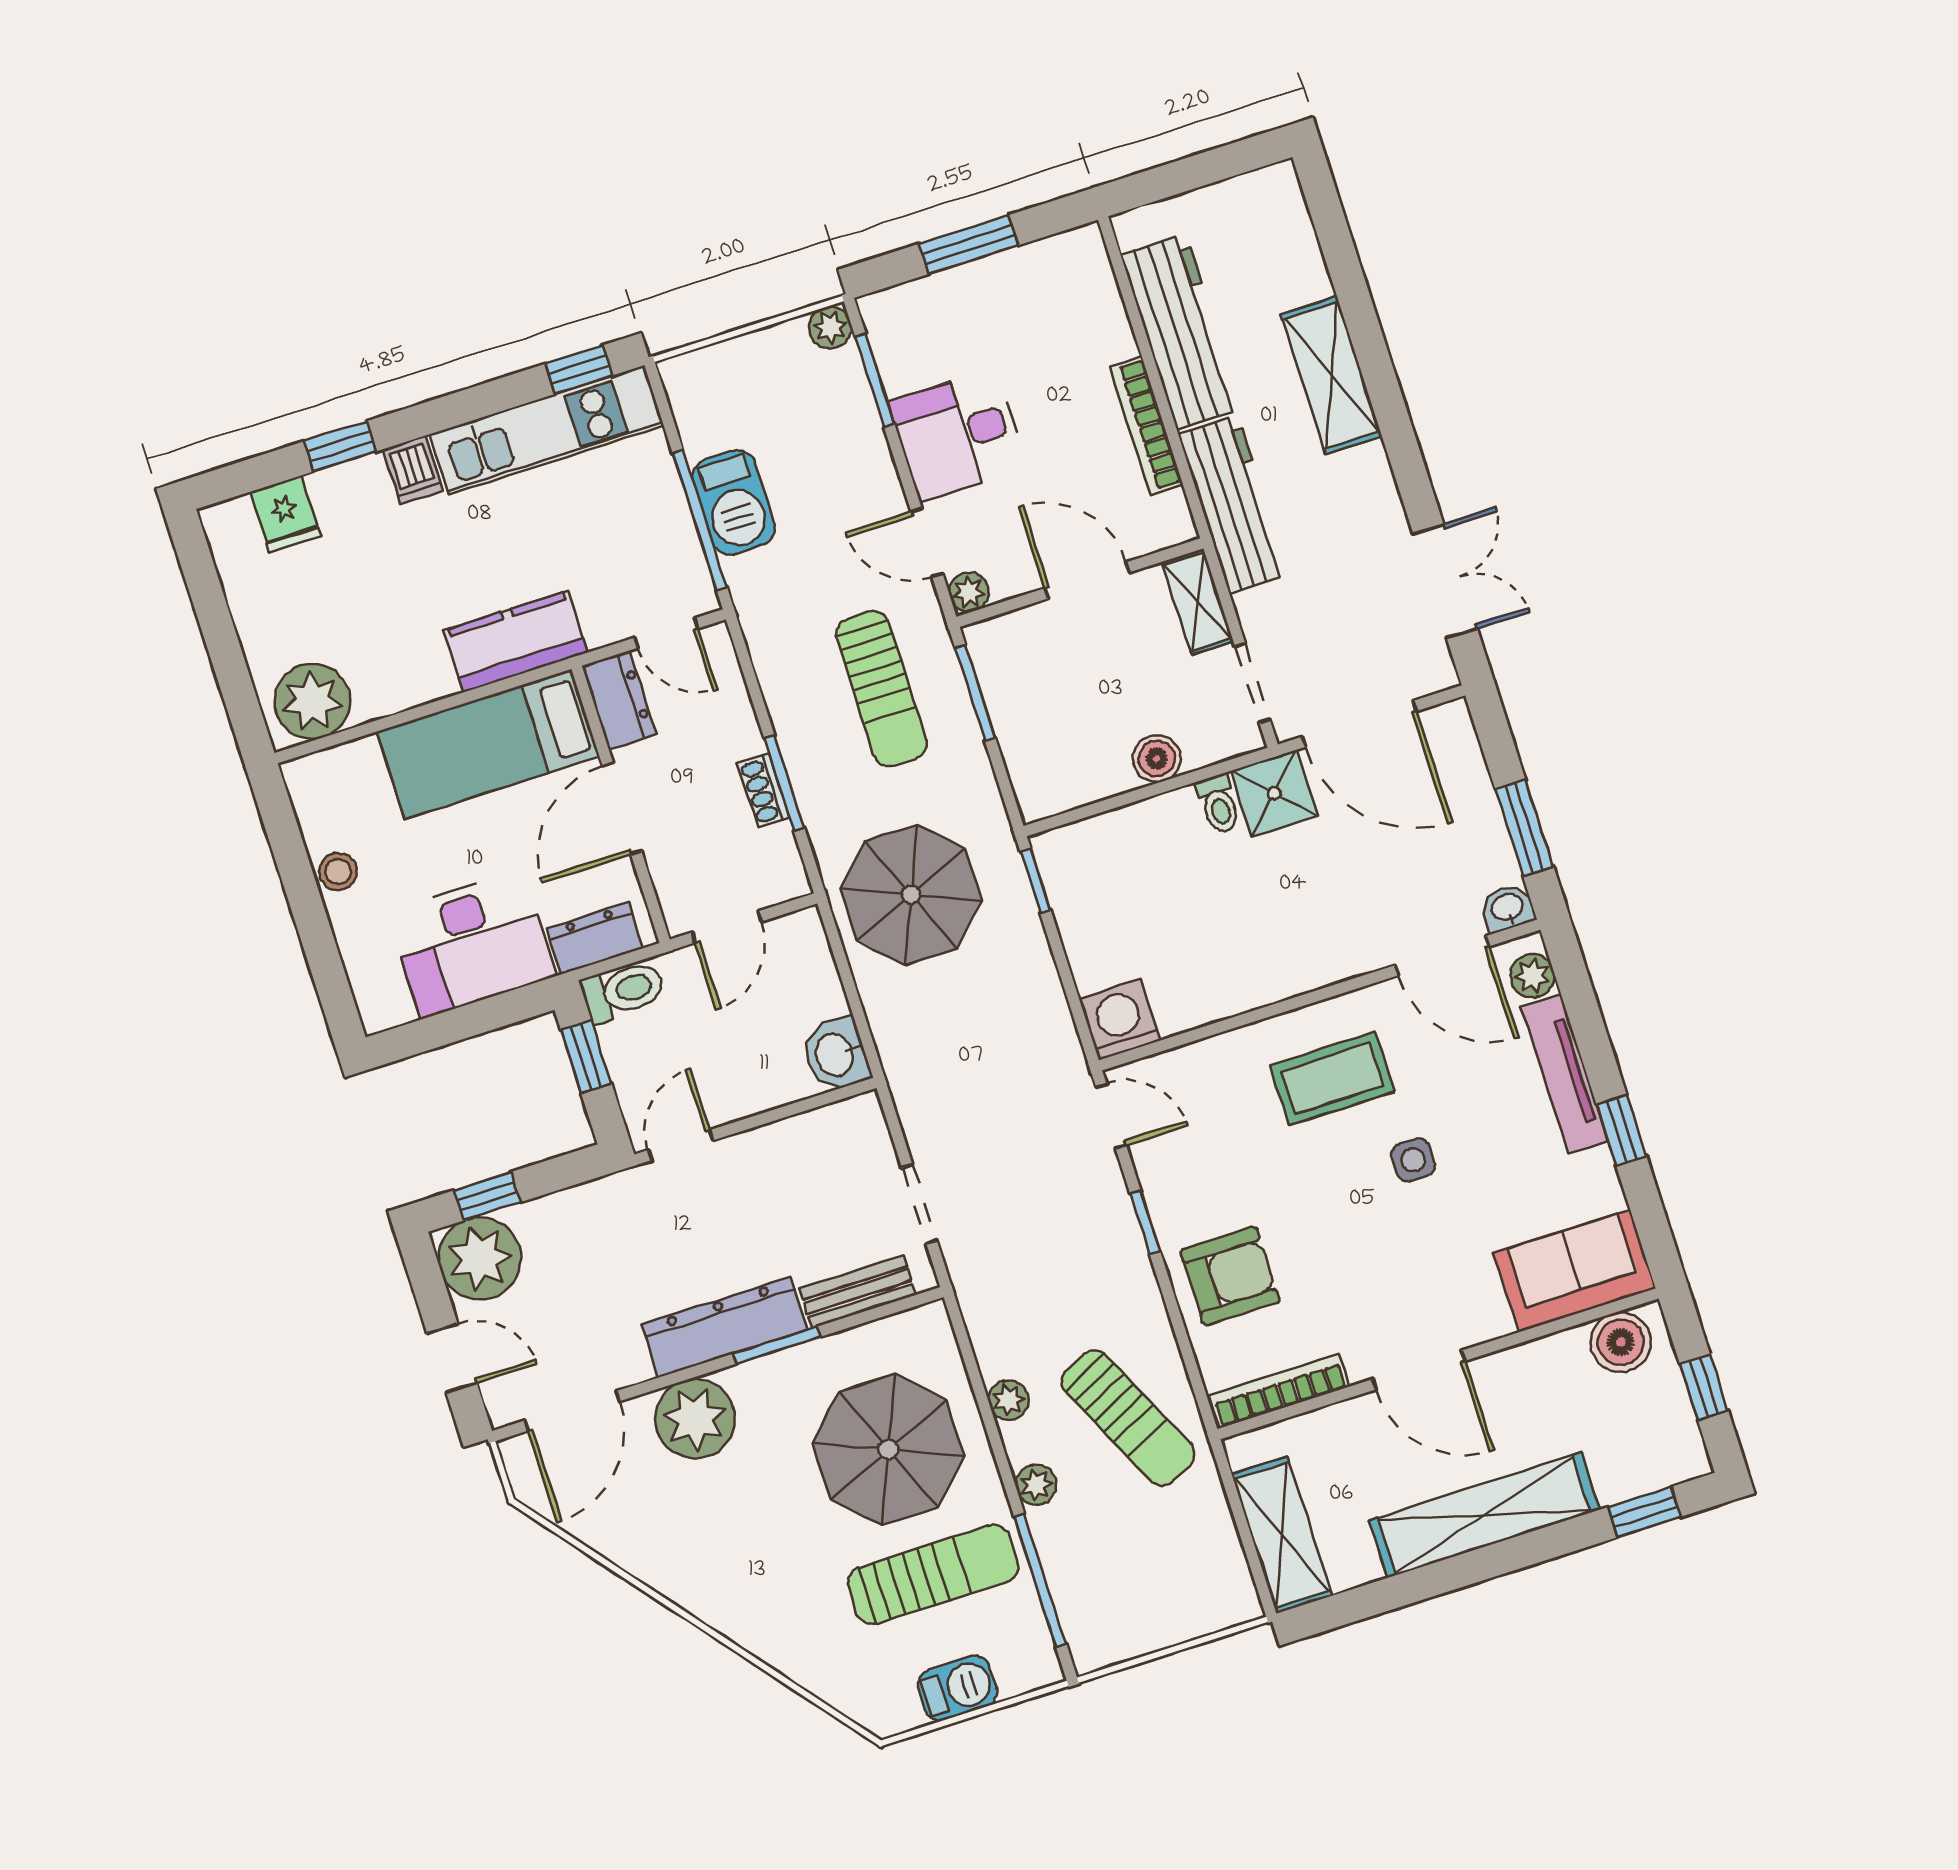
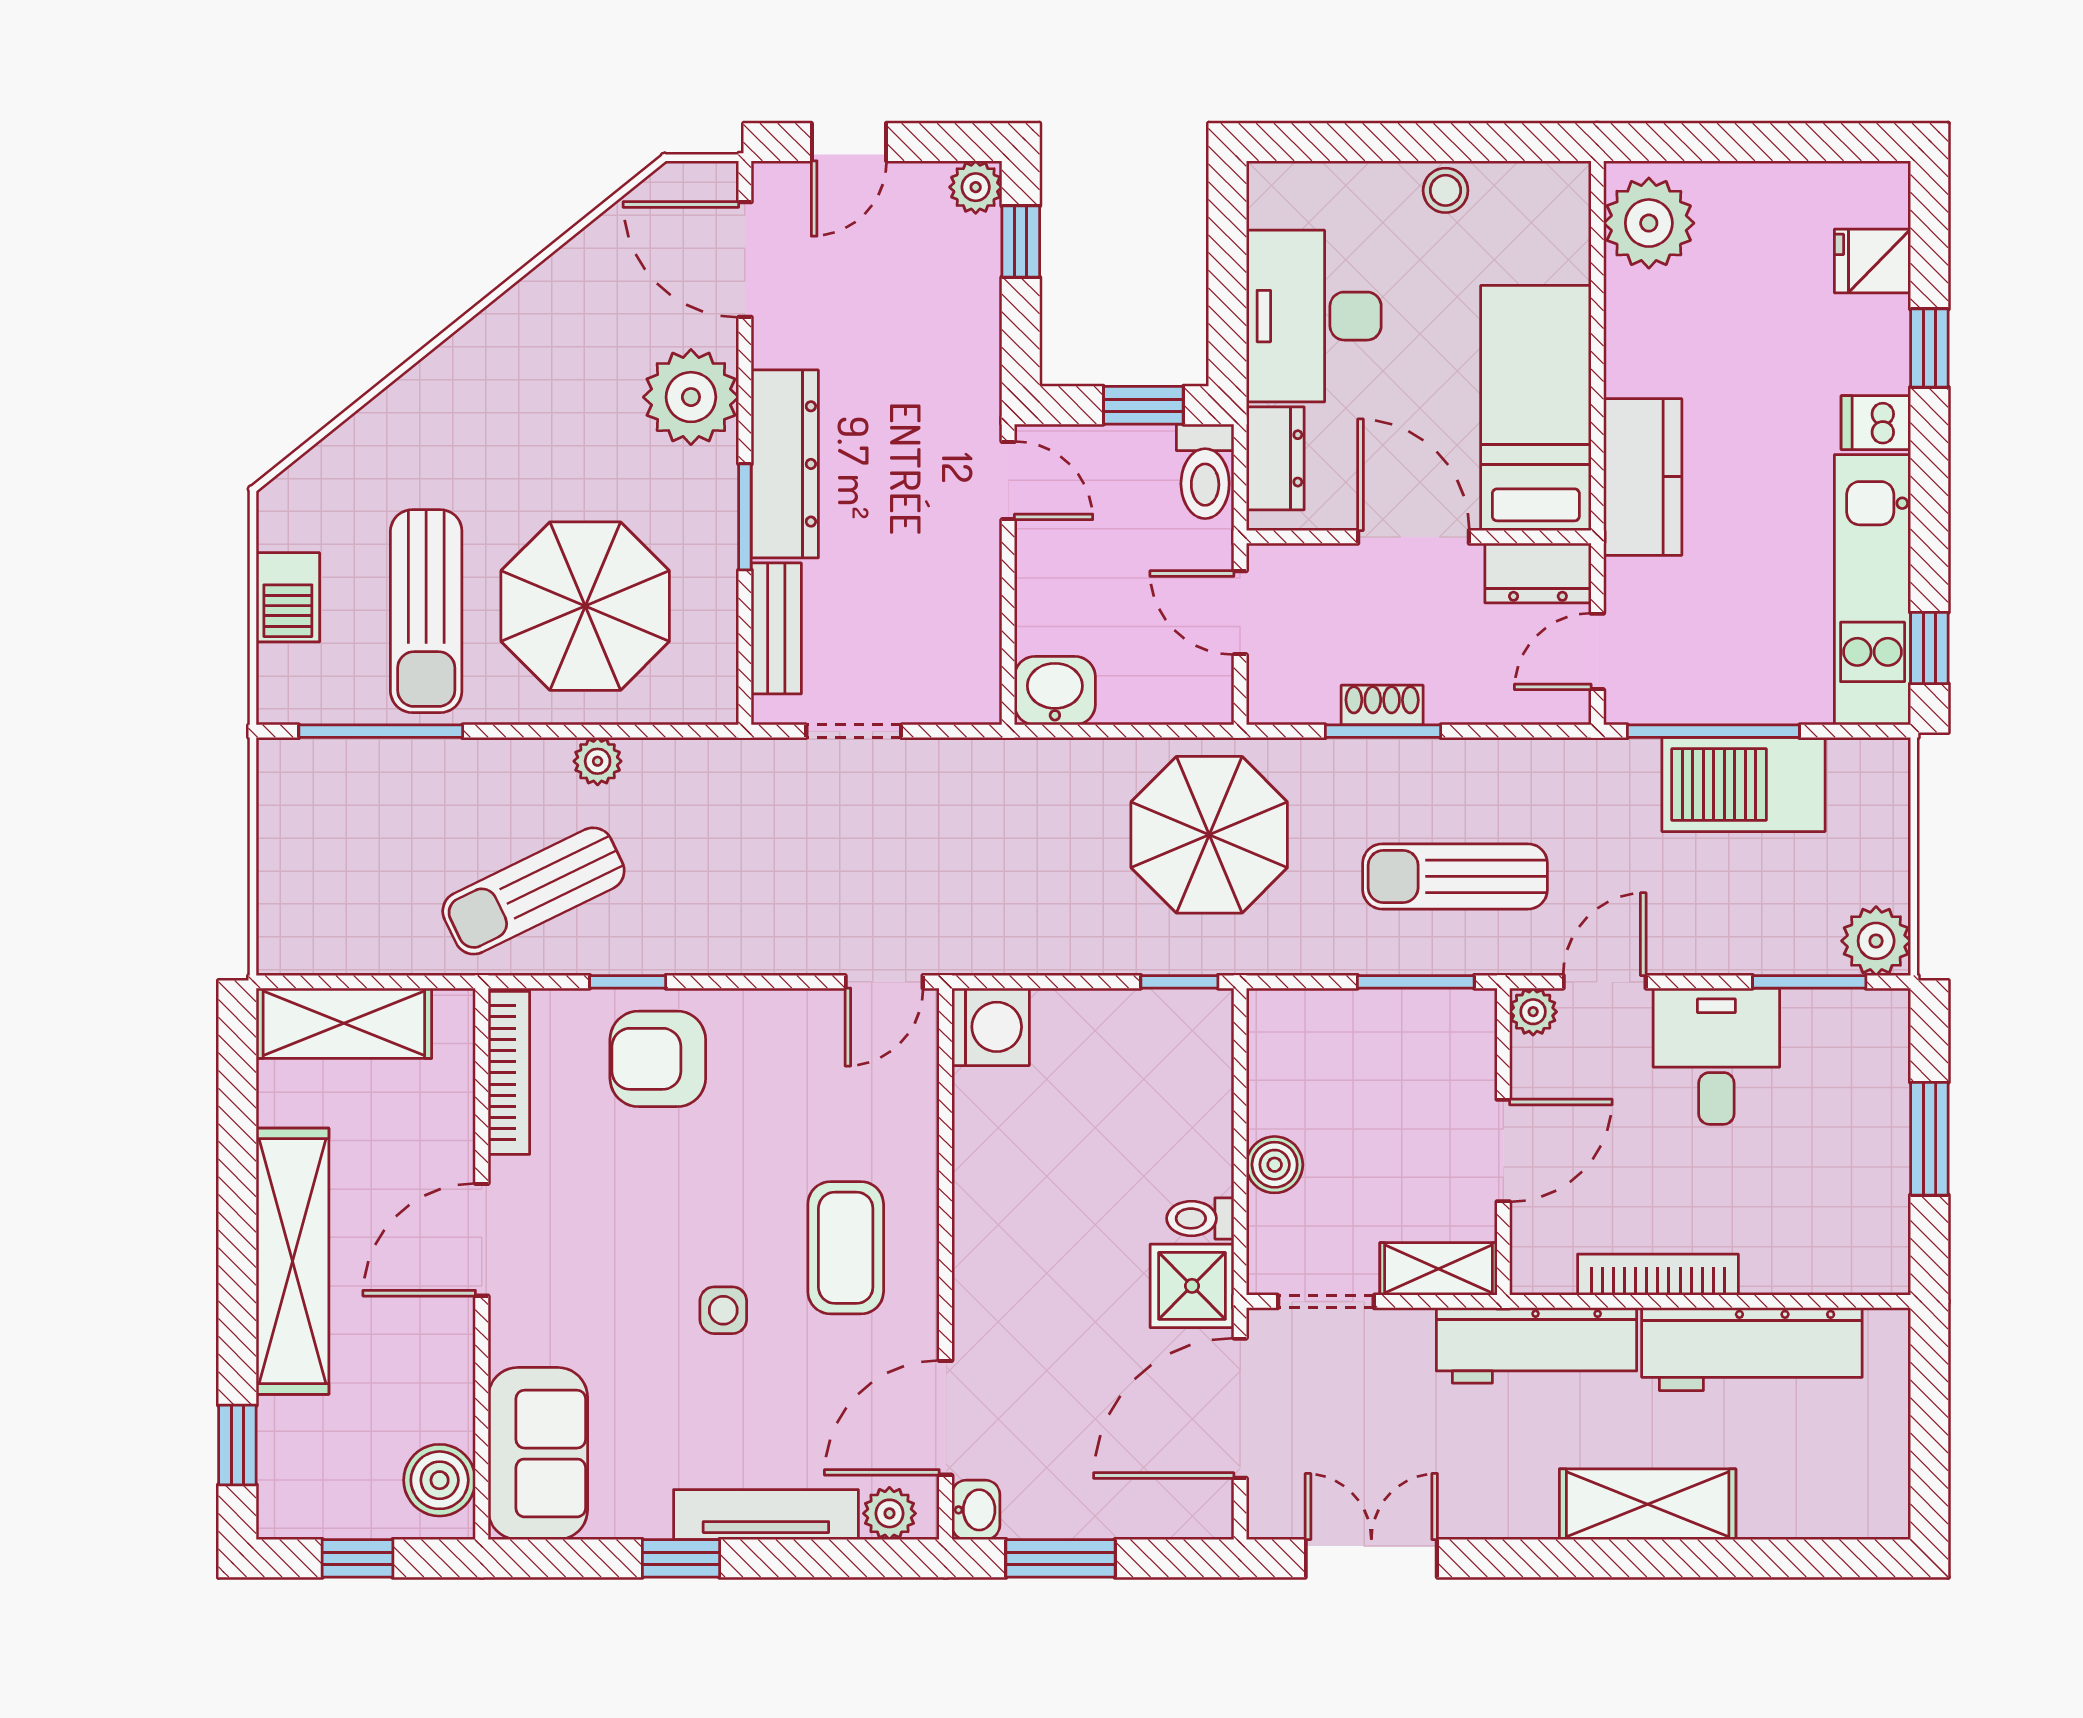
plant: (830, 327) -> (1876, 941), width x1.38, depth x1.38
barbecue: (734, 502) -> (1743, 784), width x1.37, depth x1.21
double door: (1445, 581) -> (1371, 1558), swing flipped
window: (1145, 1222) -> (628, 982), moved
plant: (480, 1258) -> (976, 187), width x0.53, depth x0.53
armchair: (1230, 1276) -> (658, 1059), turned 90
plant: (1036, 1485) -> (491, 762), removed

